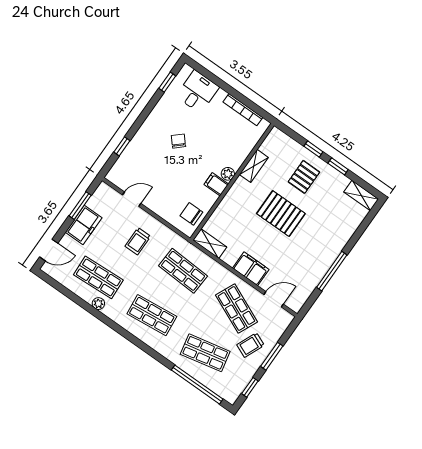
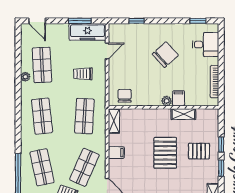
chair: (178, 141) -> (165, 55), width x1.87, depth x1.87
filing cabinet: (216, 184) -> (179, 98), moved
door: (132, 199) -> (107, 51), hinge flipped
freezer: (84, 225) -> (87, 32), moved, width x1.40
filing cabinet: (251, 269) -> (116, 153), width x0.50

